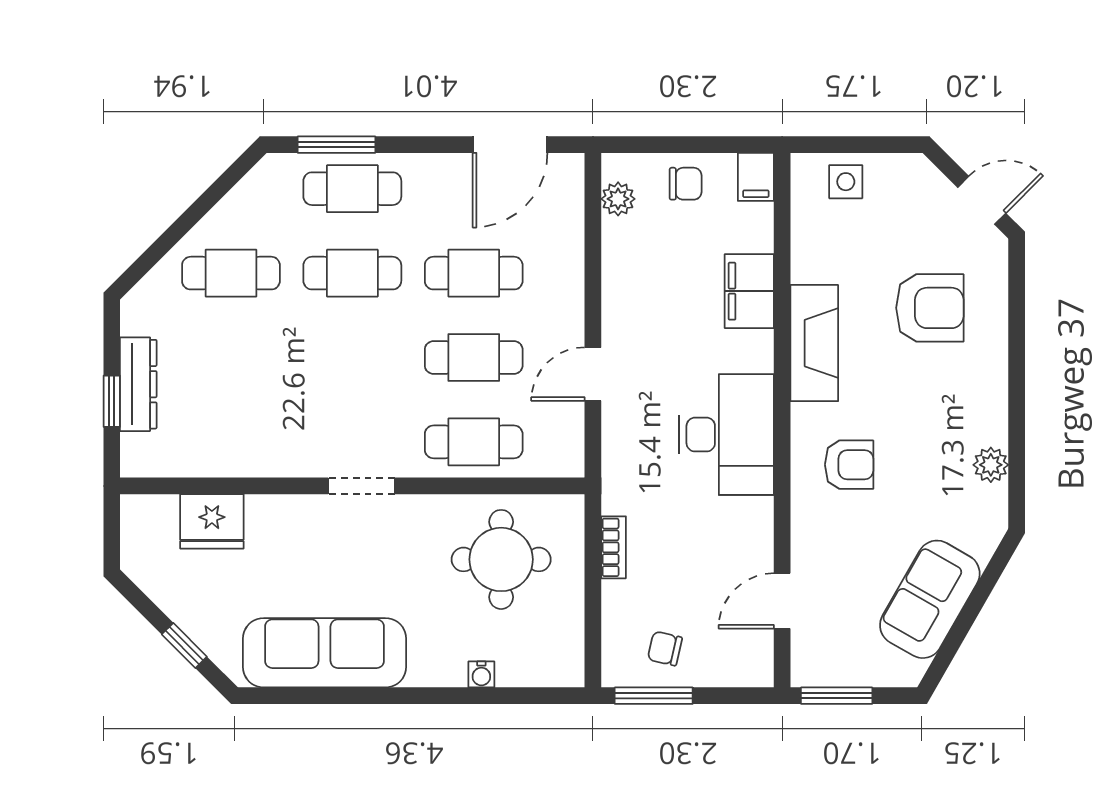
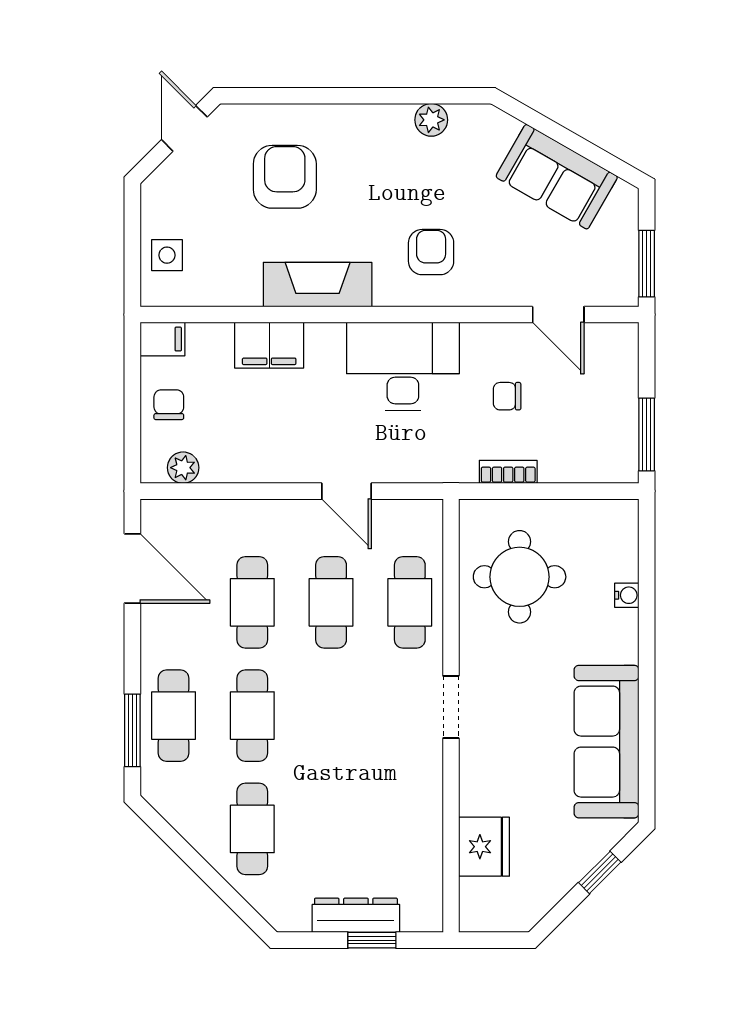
chair: (665, 648) -> (507, 396), moved, turned 77

